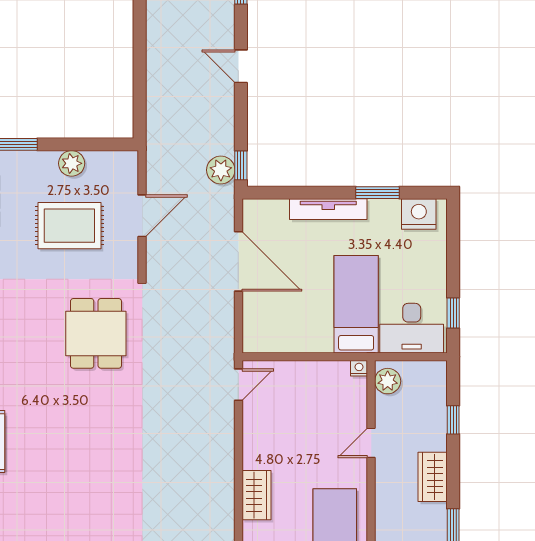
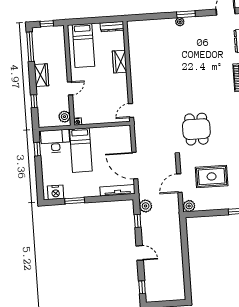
plant: (72, 163) -> (189, 206), moved
window: (241, 165) -> (138, 221), moved
tv unit: (328, 209) -> (118, 190), moved

